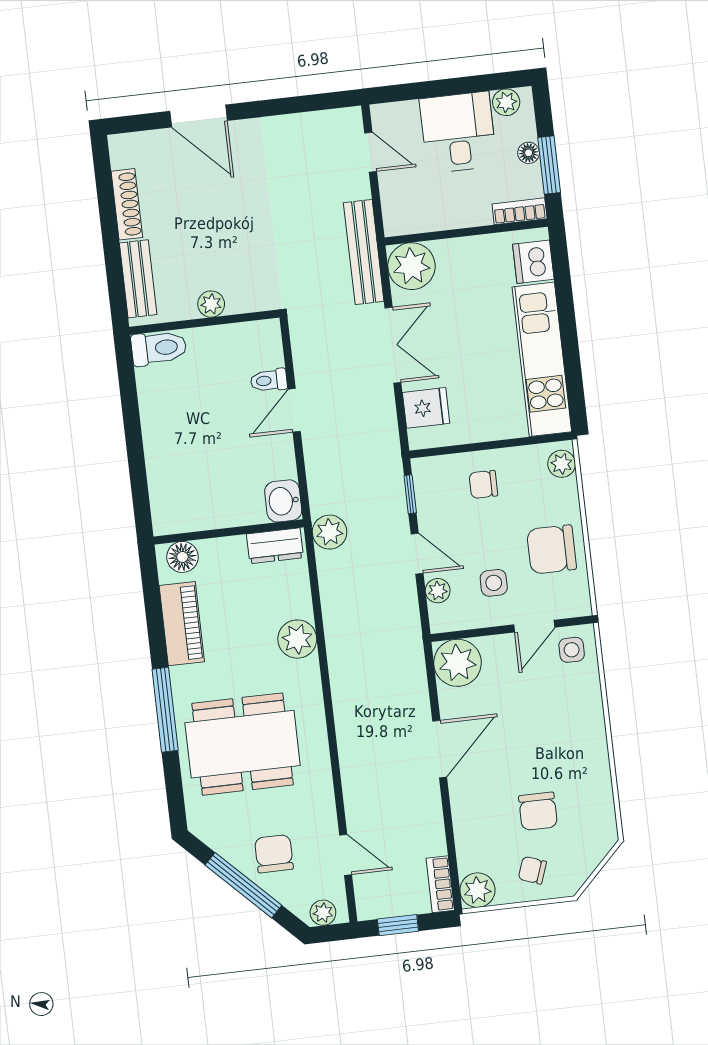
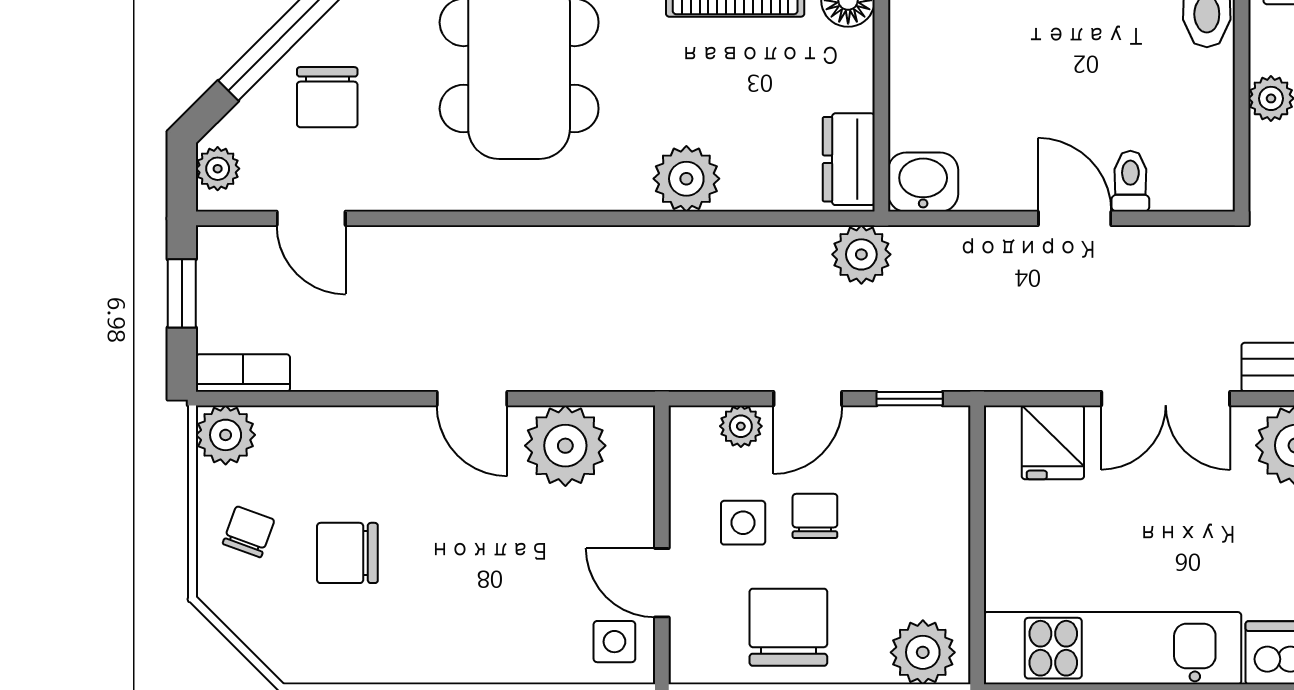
plant: (562, 464) -> (923, 652), width x1.38, depth x1.38
chair: (483, 484) -> (815, 516), moved
plant: (458, 663) -> (565, 446), moved
door: (440, 749) -> (472, 399), width x0.73
chair: (274, 854) -> (327, 97), turned 90
door: (346, 855) -> (311, 218), hinge flipped

